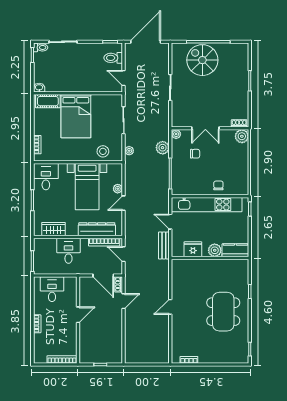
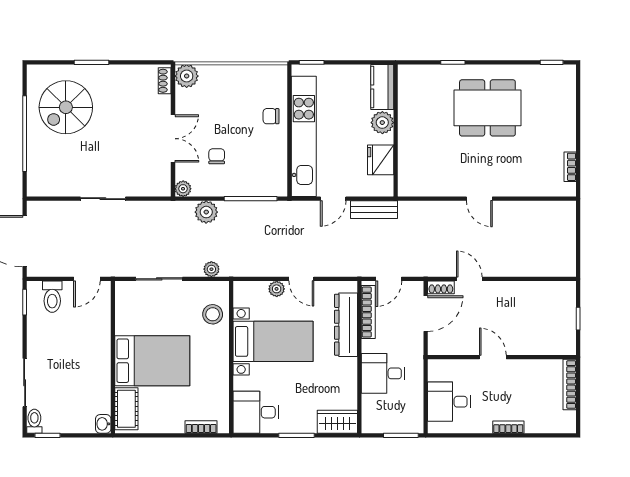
spiral stairs: (202, 60) -> (66, 107), moved
wardrobe: (54, 229) -> (337, 422), moved, turned 90

